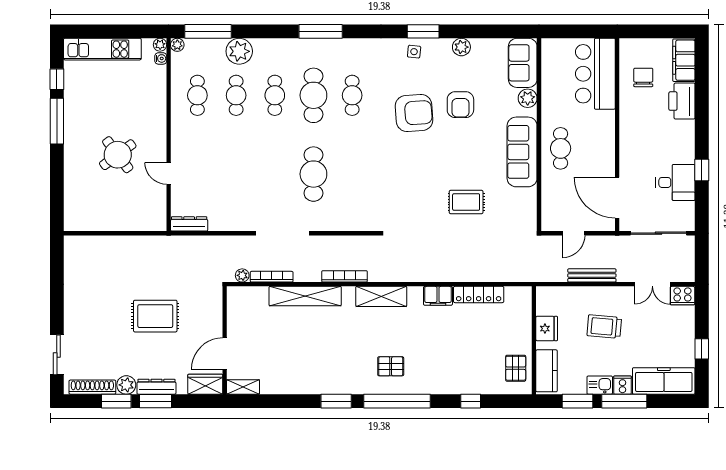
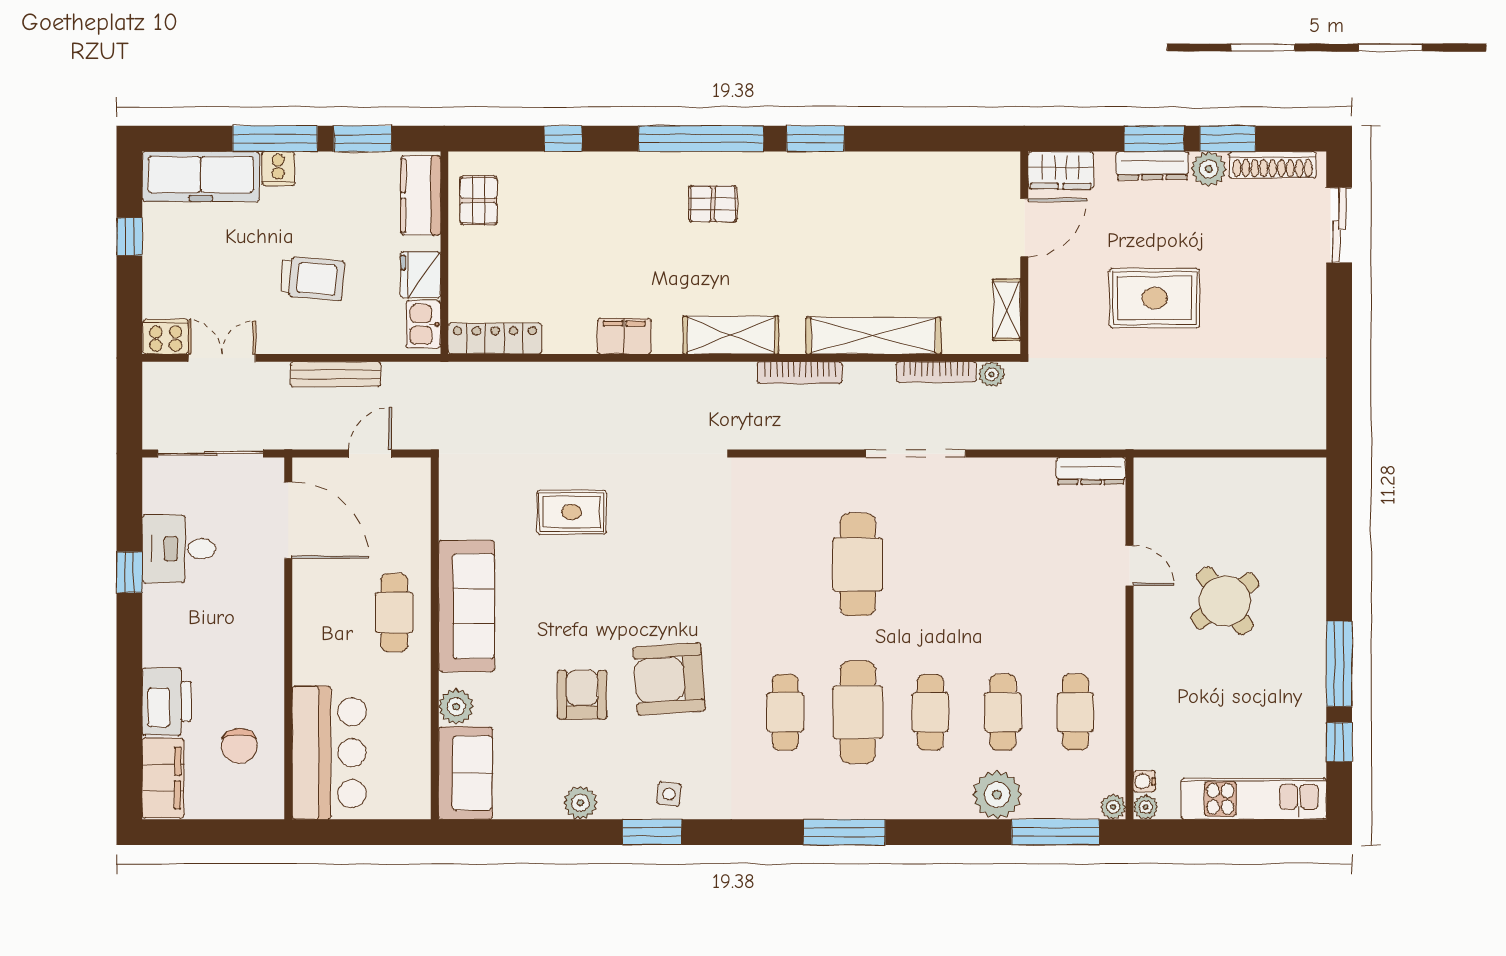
locker: (479, 295) -> (495, 339), moved
kitchen sink: (600, 385) -> (423, 324), moved, turned 90
shelving: (243, 387) -> (1007, 310), moved, turned 90

